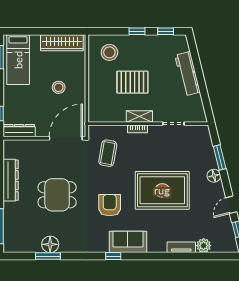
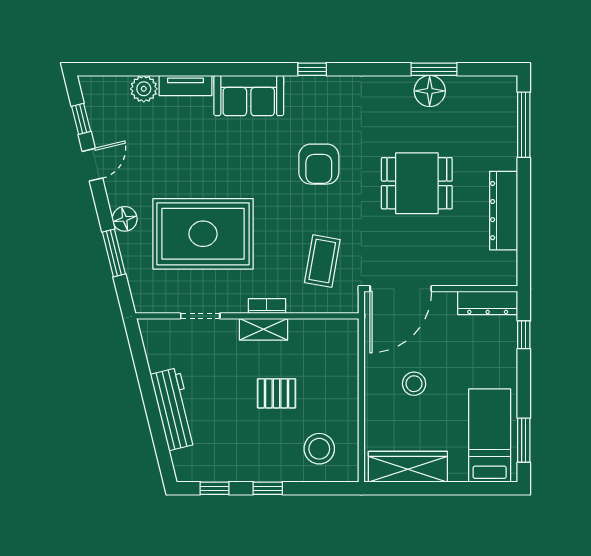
pallet: (132, 82) -> (277, 393), width x0.67, depth x0.71
rug: (162, 190) -> (203, 234), moved
sofa: (128, 242) -> (249, 96), moved

